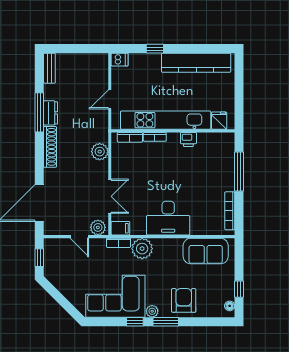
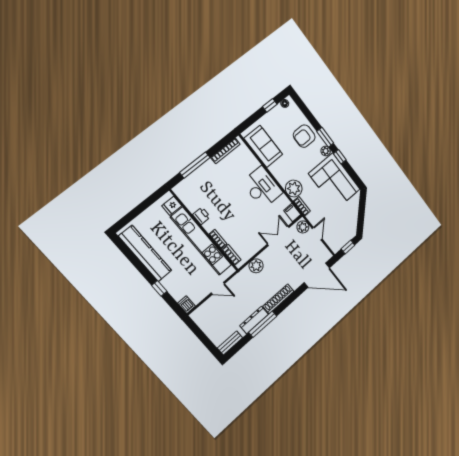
dresser: (51, 113) -> (254, 320), width x1.44

